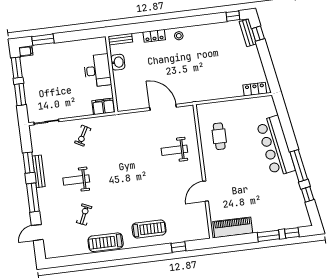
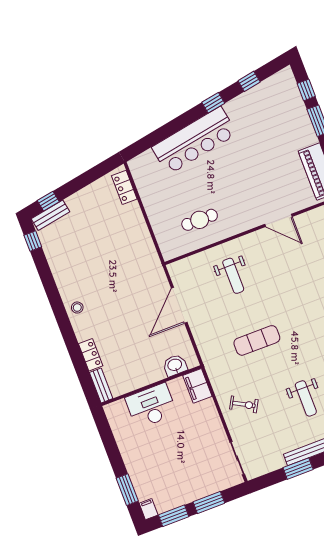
locker: (154, 36) -> (91, 355), moved
washbasin: (118, 62) -> (175, 365), moved
exercise mat: (125, 156) -> (257, 340), added
window: (299, 166) -> (213, 103), width x0.46

